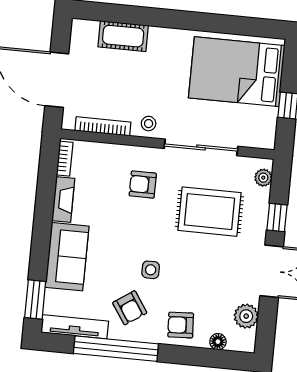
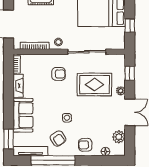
plant: (263, 178) -> (121, 91), moved
armchair: (143, 184) -> (59, 74), turned 180
window: (277, 217) -> (130, 73), moved

